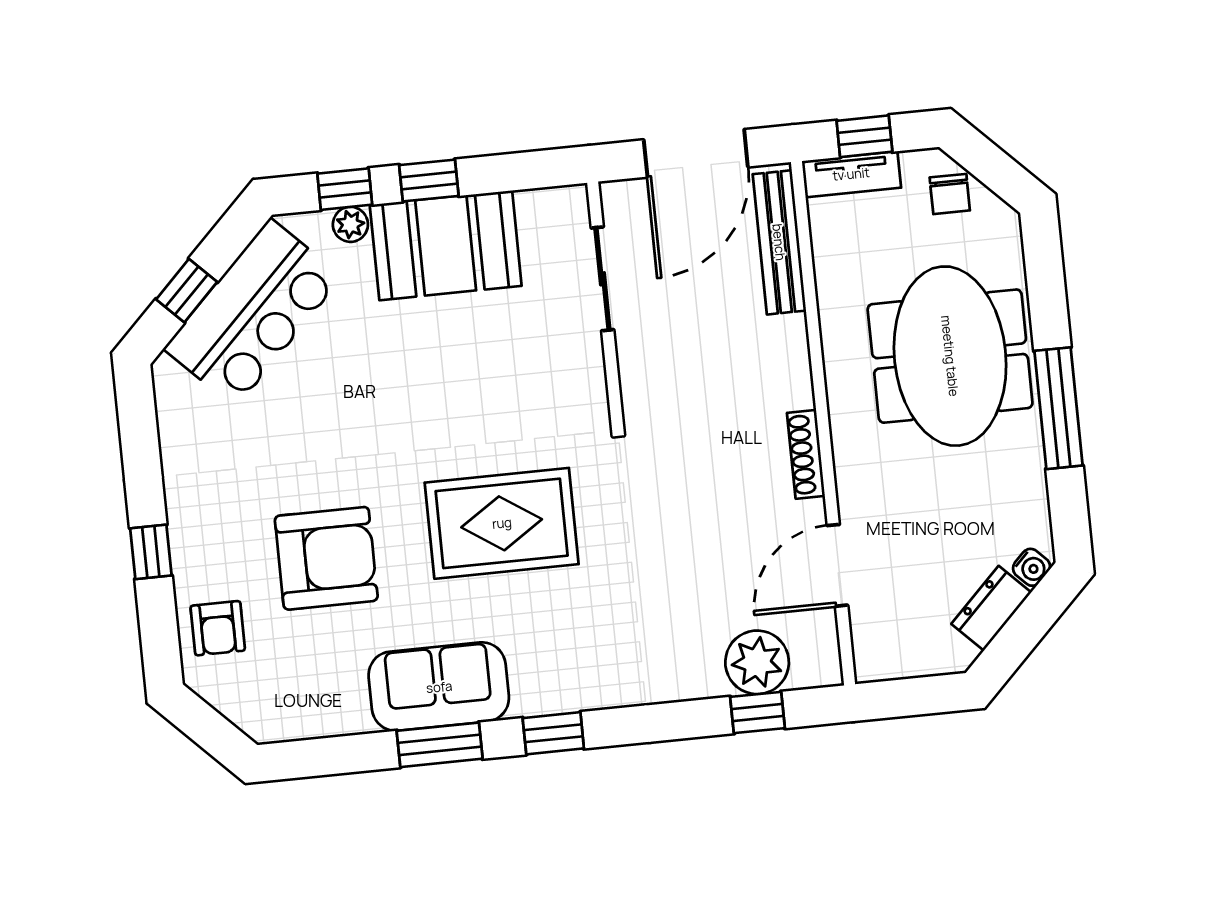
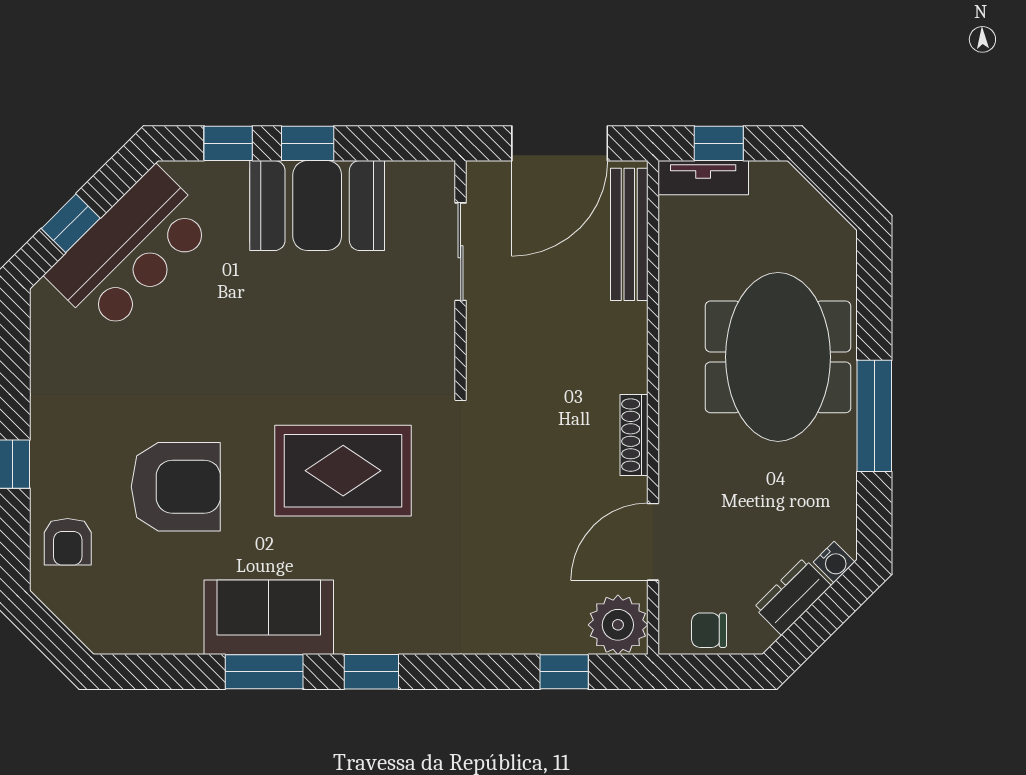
chair: (950, 194) -> (709, 630), moved, turned 90
plant: (350, 224) -> (230, 177), removed
plant: (757, 662) -> (618, 625), moved

